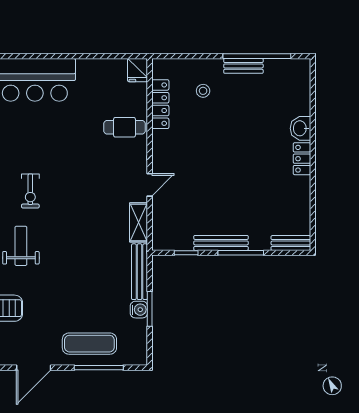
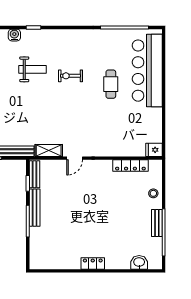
stool: (203, 91) -> (153, 193), moved
cafe table: (124, 127) -> (111, 84), moved
washbasin: (300, 128) -> (139, 262), moved
door: (150, 185) -> (75, 158), hinge flipped
bench: (291, 243) -> (34, 174), moved

